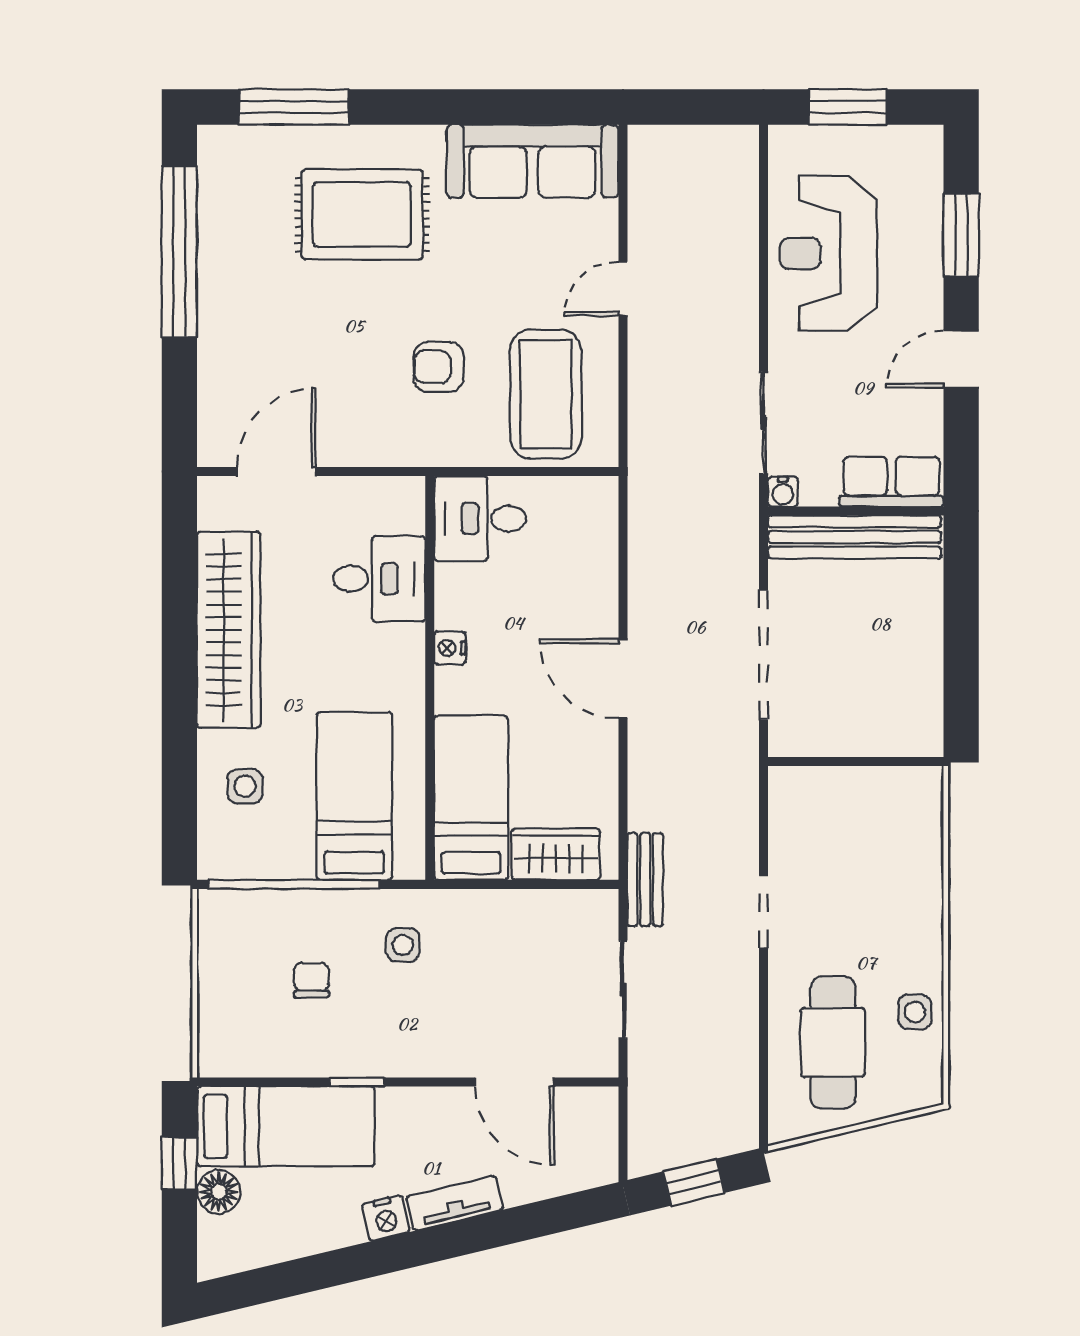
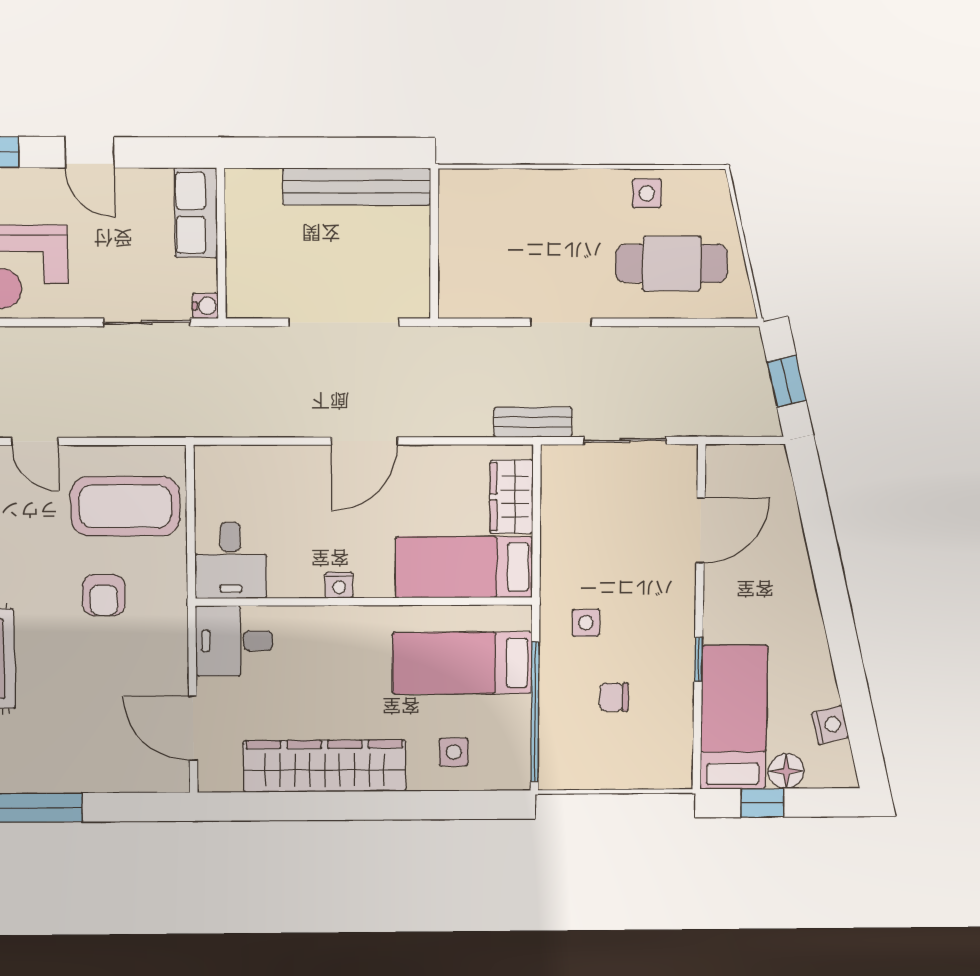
bench: (855, 537) -> (357, 187), moved, turned 90
desk: (379, 579) -> (234, 641), moved, turned -90
tv unit: (455, 1203) -> (800, 579), removed
nightstand: (386, 1218) -> (830, 725), moved

